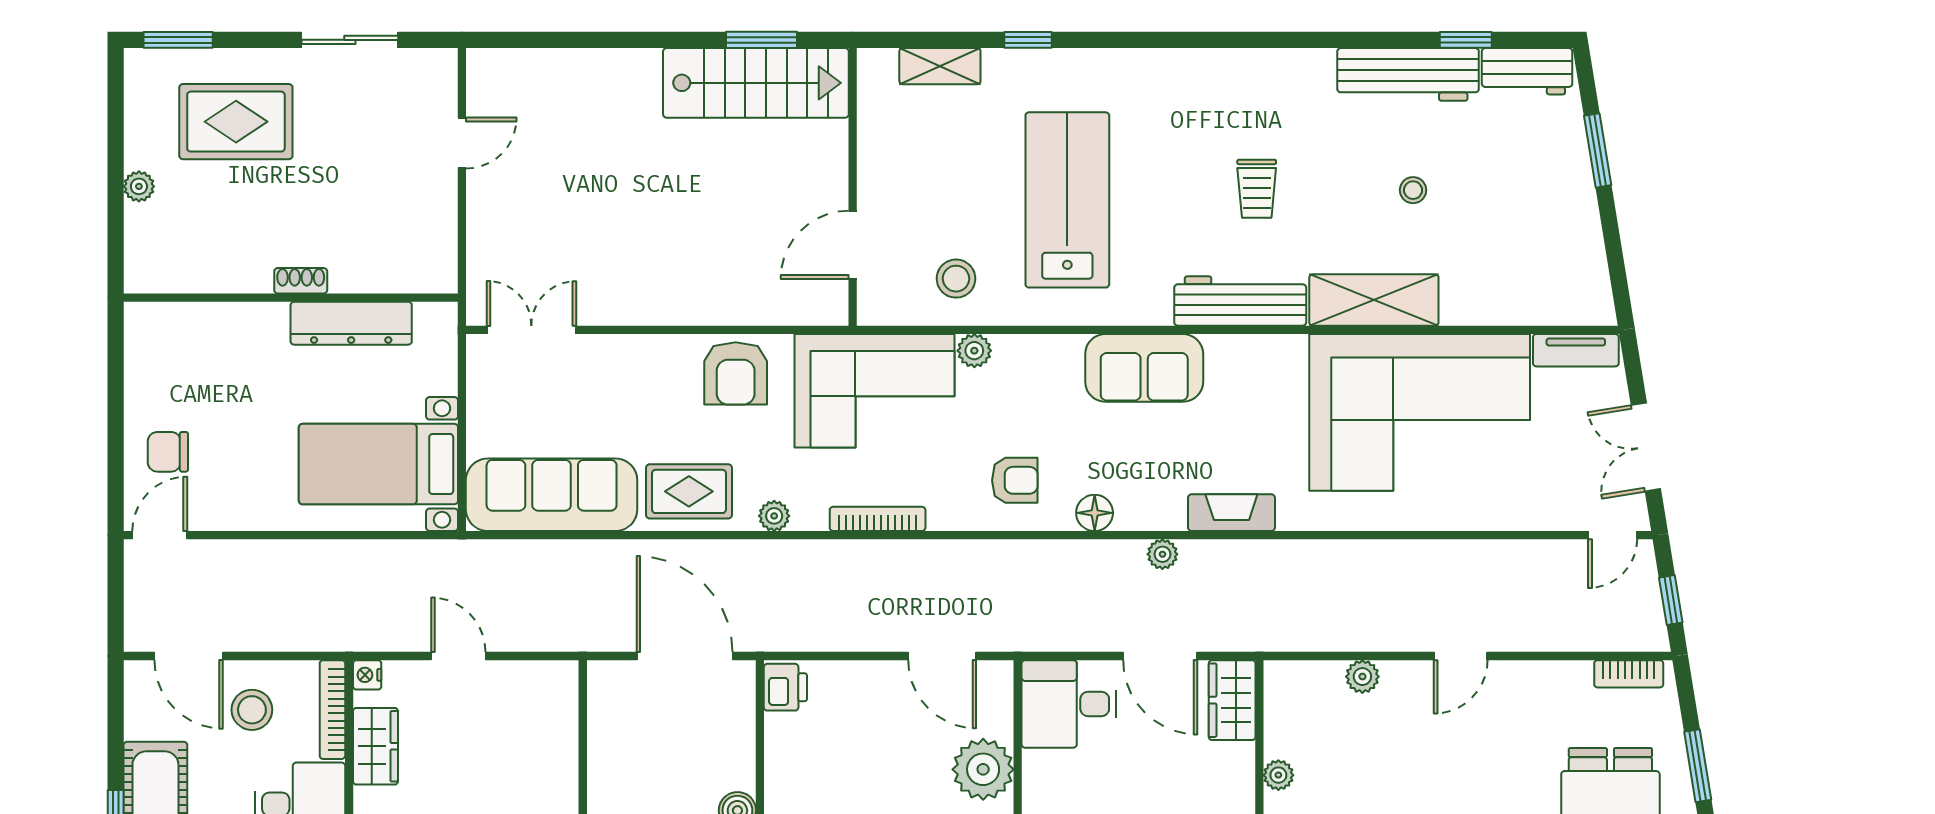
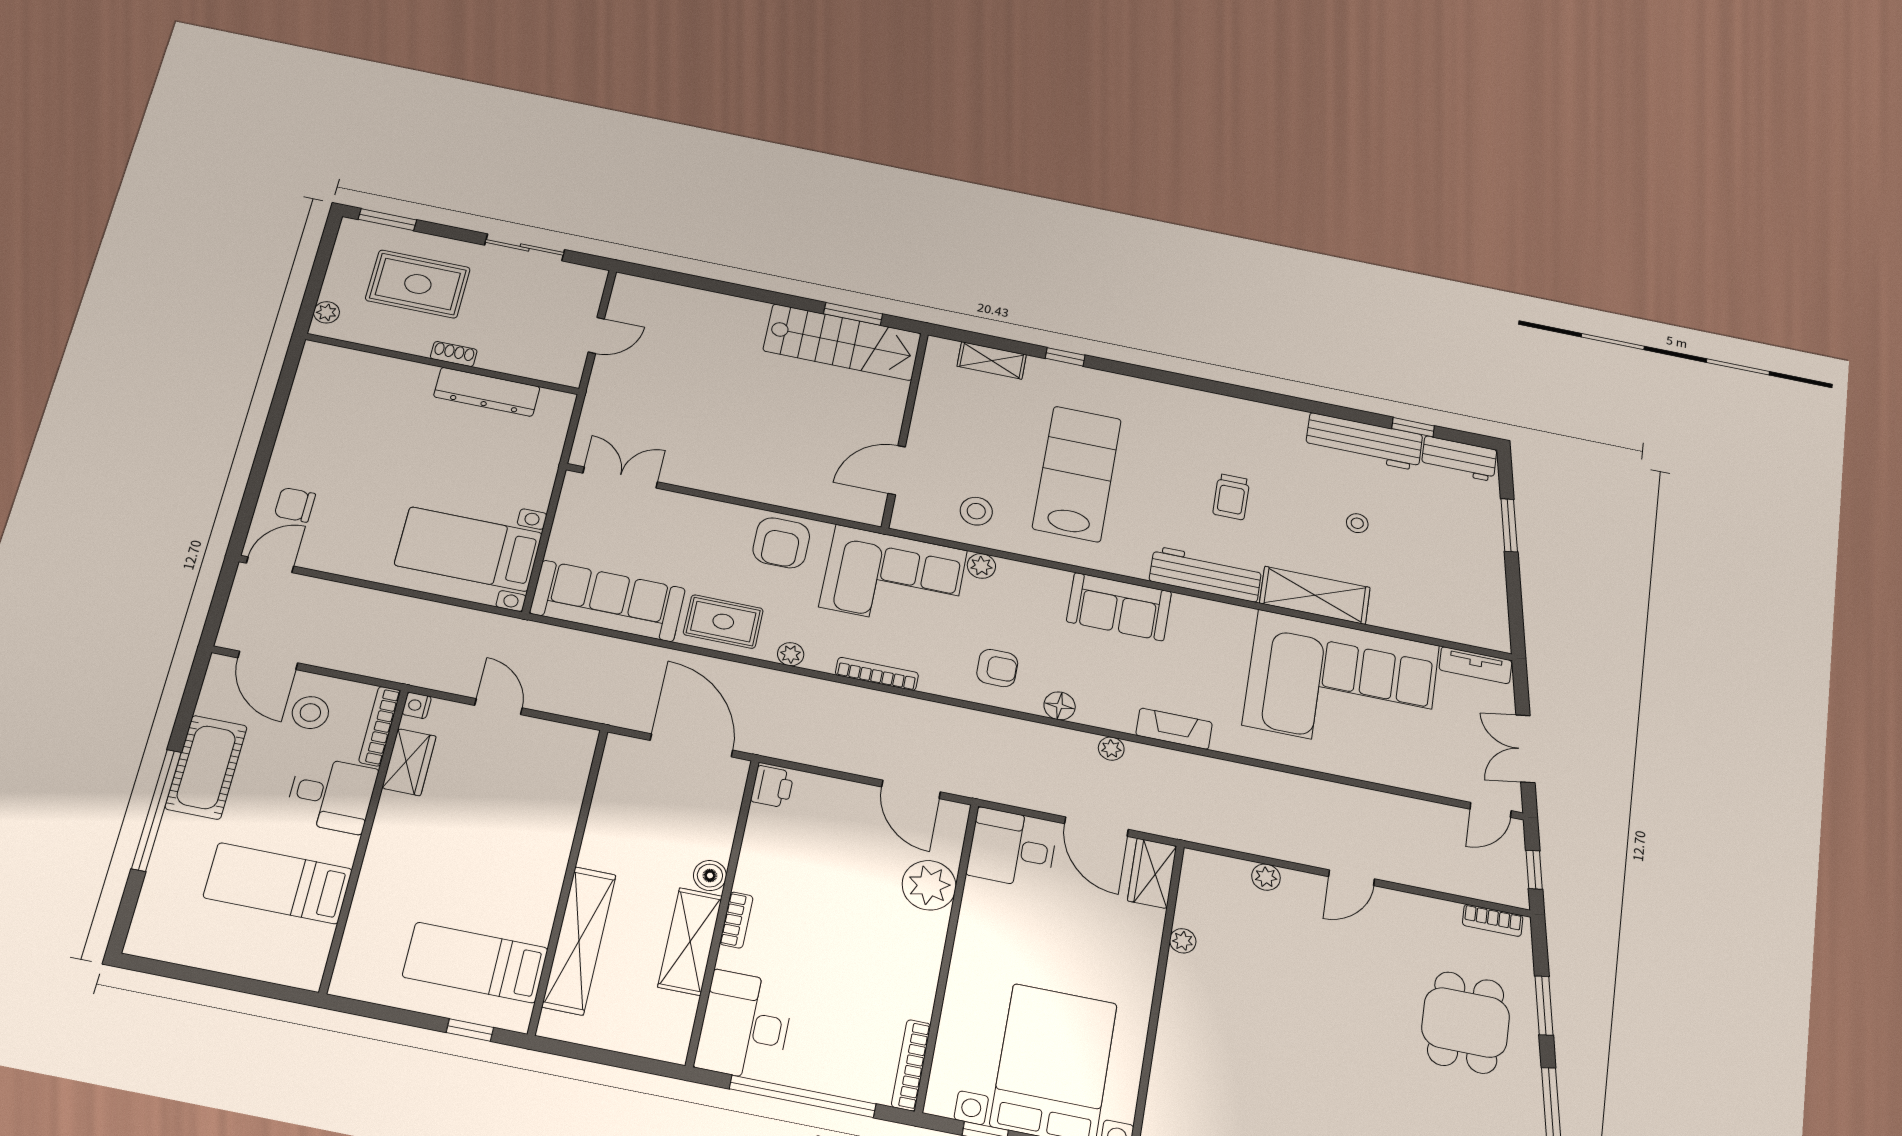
shoe rack: (301, 281) -> (454, 354), moved
wall: (291, 298) -> (442, 364), moved
dresser: (351, 323) -> (487, 392), moved

